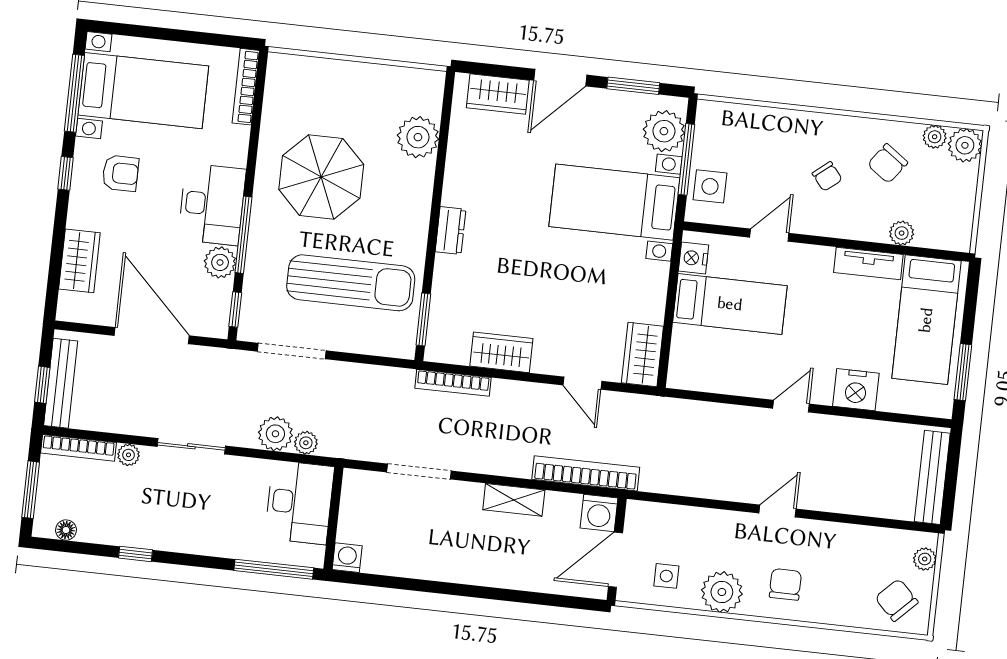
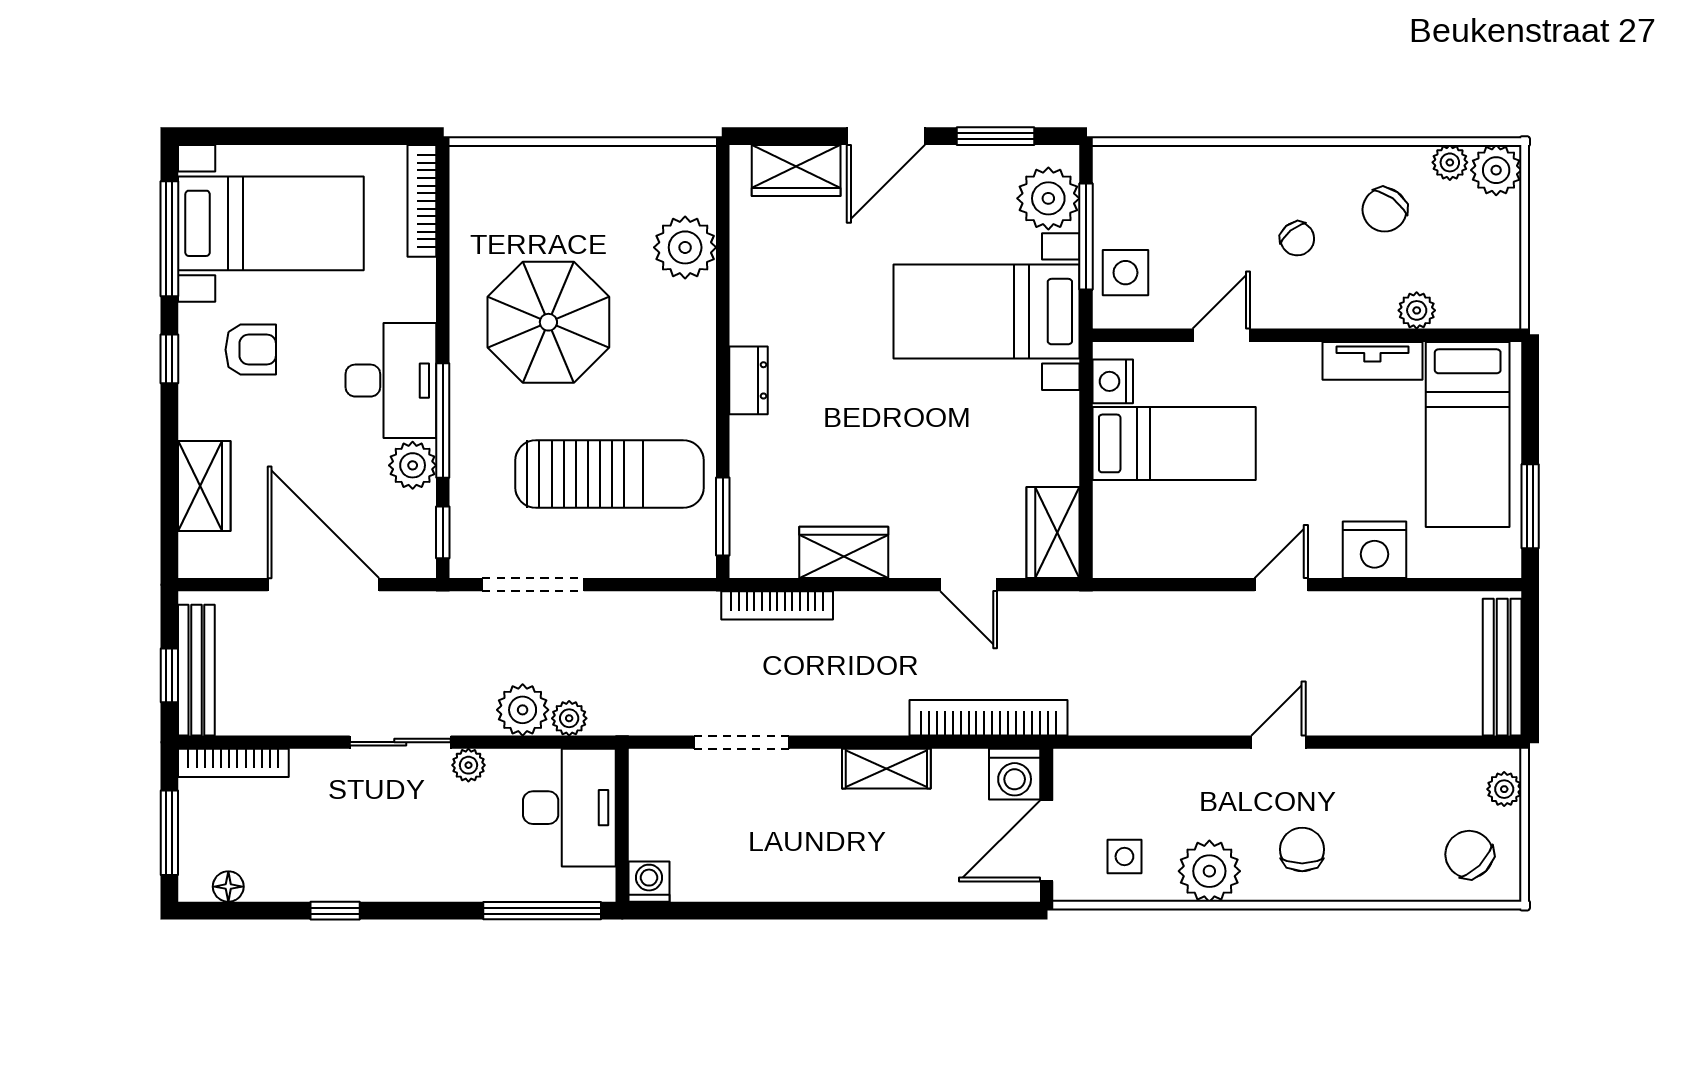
plant: (128, 455) -> (468, 765), moved

